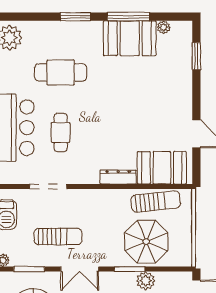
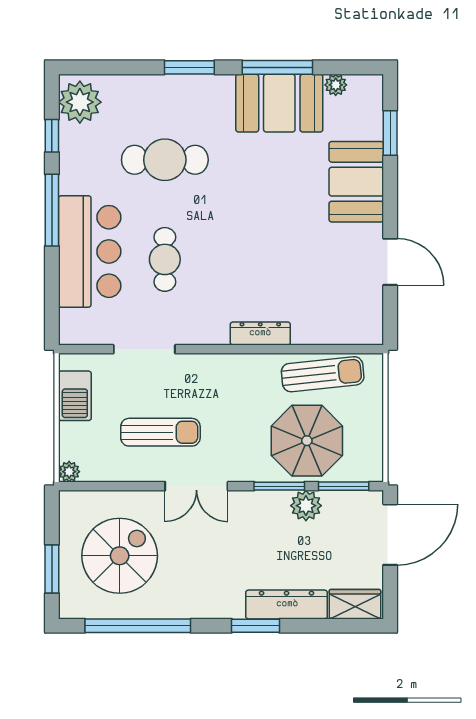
booth: (162, 168) -> (356, 182), moved, turned 90
window: (29, 269) -> (344, 486), moved

